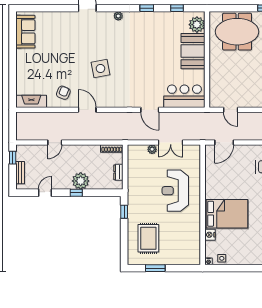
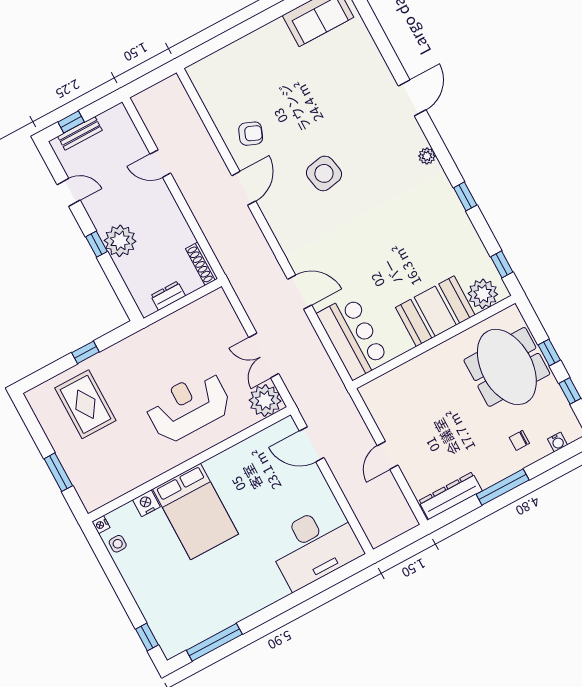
window: (177, 8) -> (502, 264), moved
window: (241, 8) -> (549, 352), added
fireplace: (31, 101) -> (208, 88), removed
door: (150, 110) -> (300, 292), swing flipped
door: (231, 110) -> (388, 455), moved
plant: (152, 149) -> (265, 401), moved, width x1.88, depth x1.88
window: (13, 158) -> (71, 122), moved
window: (124, 212) -> (85, 352), moved
rug: (148, 238) -> (85, 404), turned 90
window: (155, 268) -> (58, 472), moved

